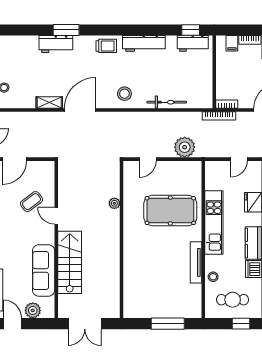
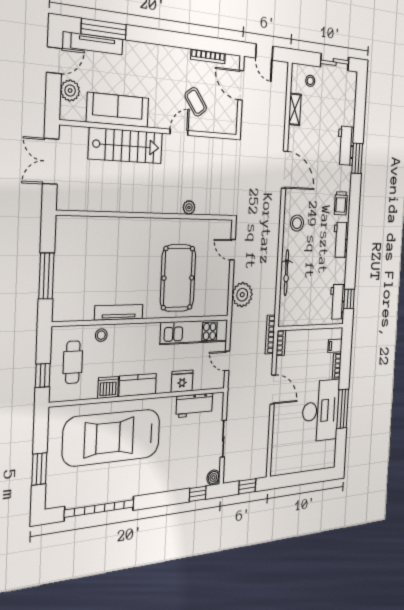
workbench: (144, 43) -> (341, 240), width x0.73
shelving: (49, 103) -> (295, 109), moved
kitchen unit: (214, 222) -> (194, 332), moved

